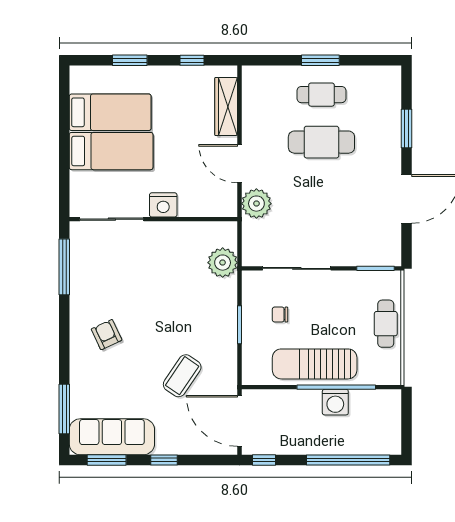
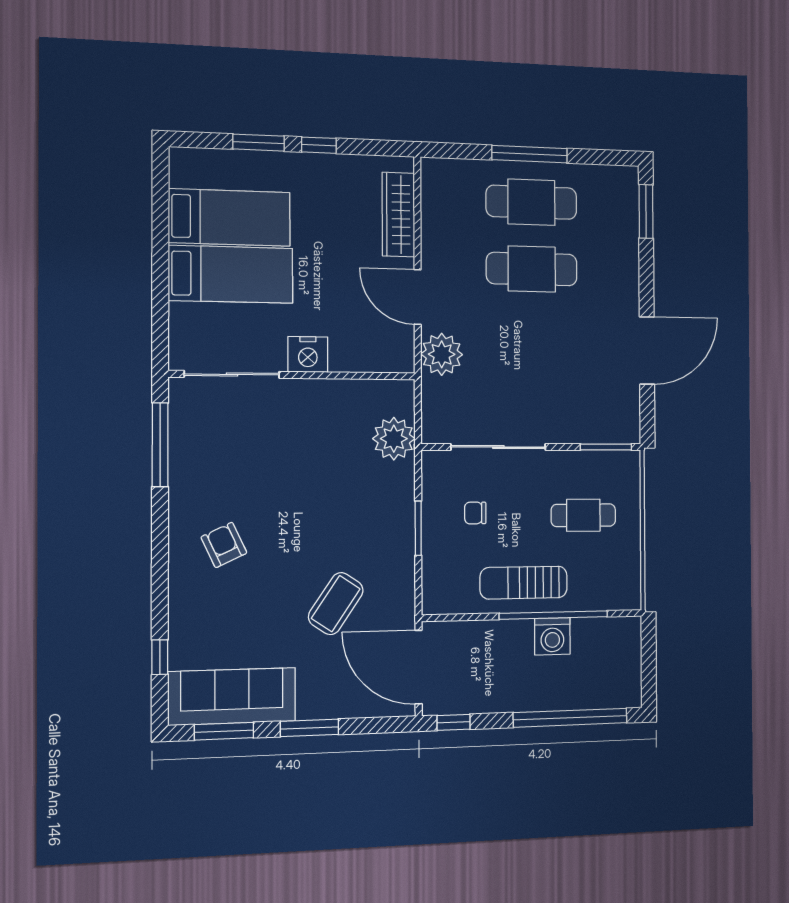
window: (192, 60) -> (319, 145), moved
window: (320, 60) -> (530, 154), width x1.44
cafe table: (321, 95) -> (531, 202), width x1.37, depth x1.35
window: (407, 129) -> (646, 211), moved
cafe table: (386, 324) -> (583, 515), moved, turned 90
sun lounger: (315, 364) -> (524, 583), width x0.73, depth x0.75
window: (64, 409) -> (160, 657), width x0.46
window: (164, 460) -> (309, 728), width x1.50

